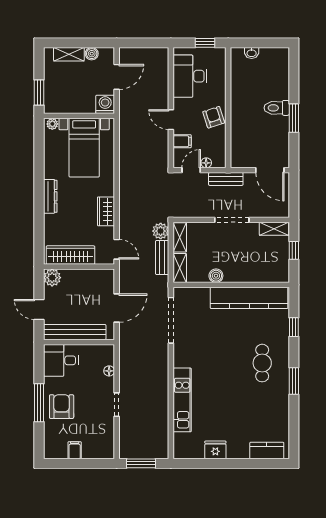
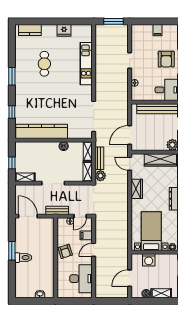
window: (205, 43) -> (71, 301), removed
washing machine: (105, 104) -> (149, 260), moved
door: (171, 120) -> (94, 250), swing flipped
door: (117, 308) -> (130, 135), moved
cafe table: (262, 363) -> (44, 64), moved

